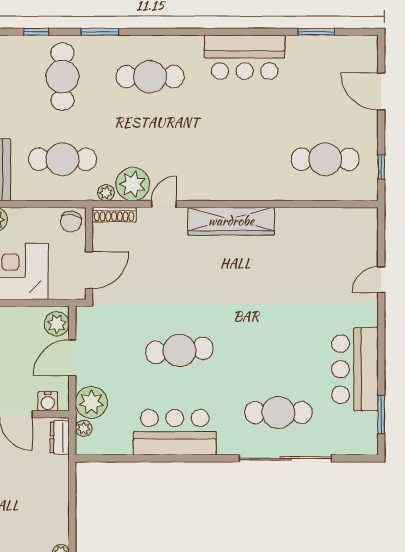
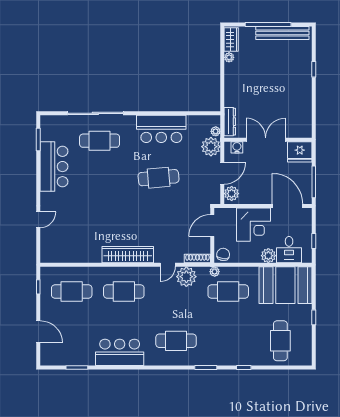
cafe table: (62, 77) -> (124, 292), moved, turned 90
plant: (106, 193) -> (215, 272), moved
dresser: (60, 437) -> (230, 122), width x1.44

